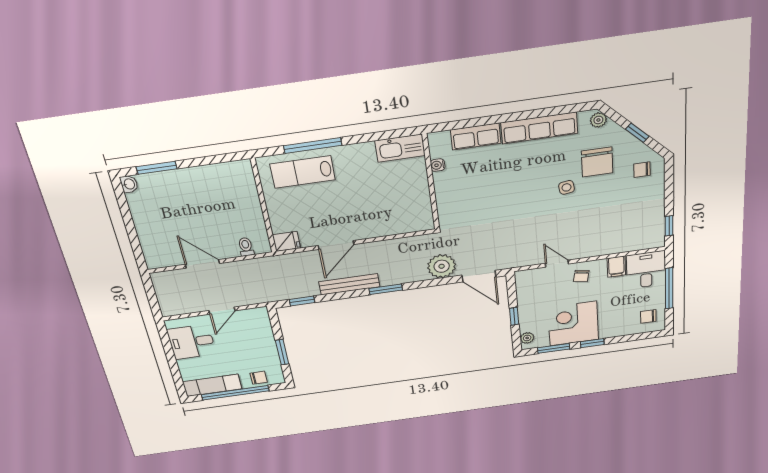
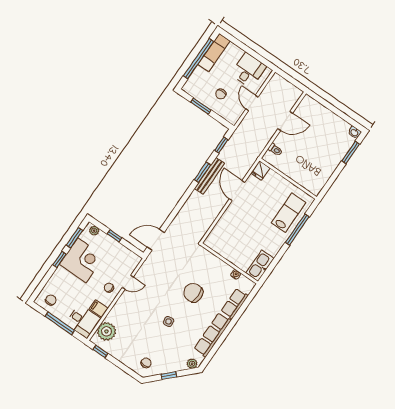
chair: (597, 162) -> (193, 293), moved
plant: (442, 266) -> (106, 331), moved
window: (386, 289) -> (202, 172), moved
chair: (259, 378) -> (221, 94), moved

